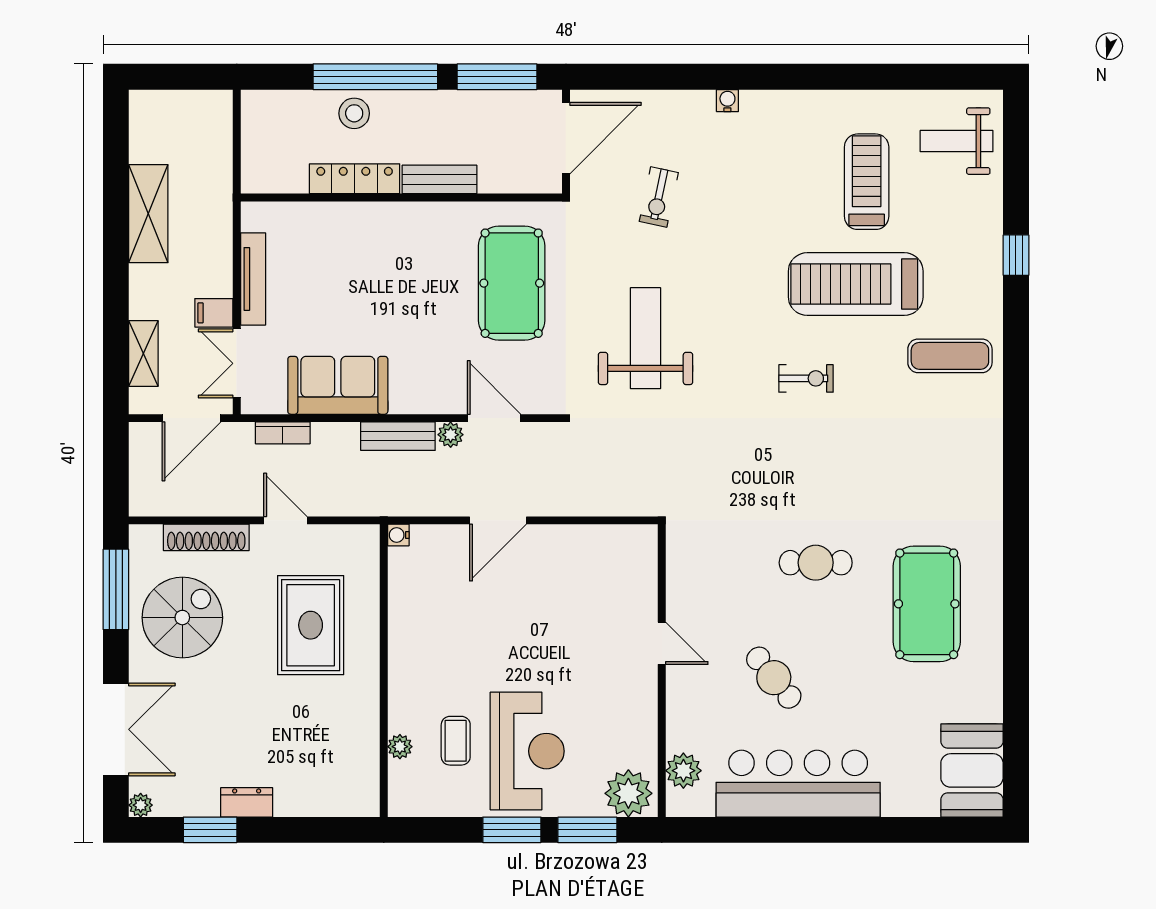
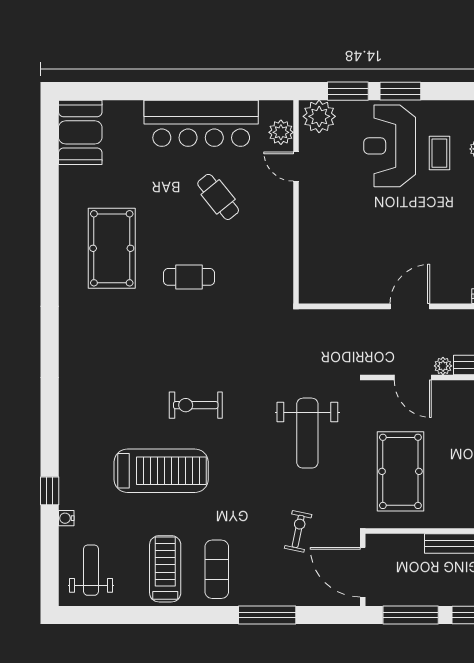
window: (703, 77) -> (267, 615), added
water cooler: (727, 101) -> (66, 518), moved, turned 90
door: (566, 138) -> (363, 572), hinge flipped
weight bench: (957, 141) -> (91, 570), turned -90
treadmill: (867, 182) -> (165, 569), moved, turned 180
exercise mat: (950, 356) -> (217, 569), moved, turned 90
exercise bike: (806, 378) -> (196, 405), width x1.38, depth x1.39
door: (662, 643) -> (296, 167), moved

